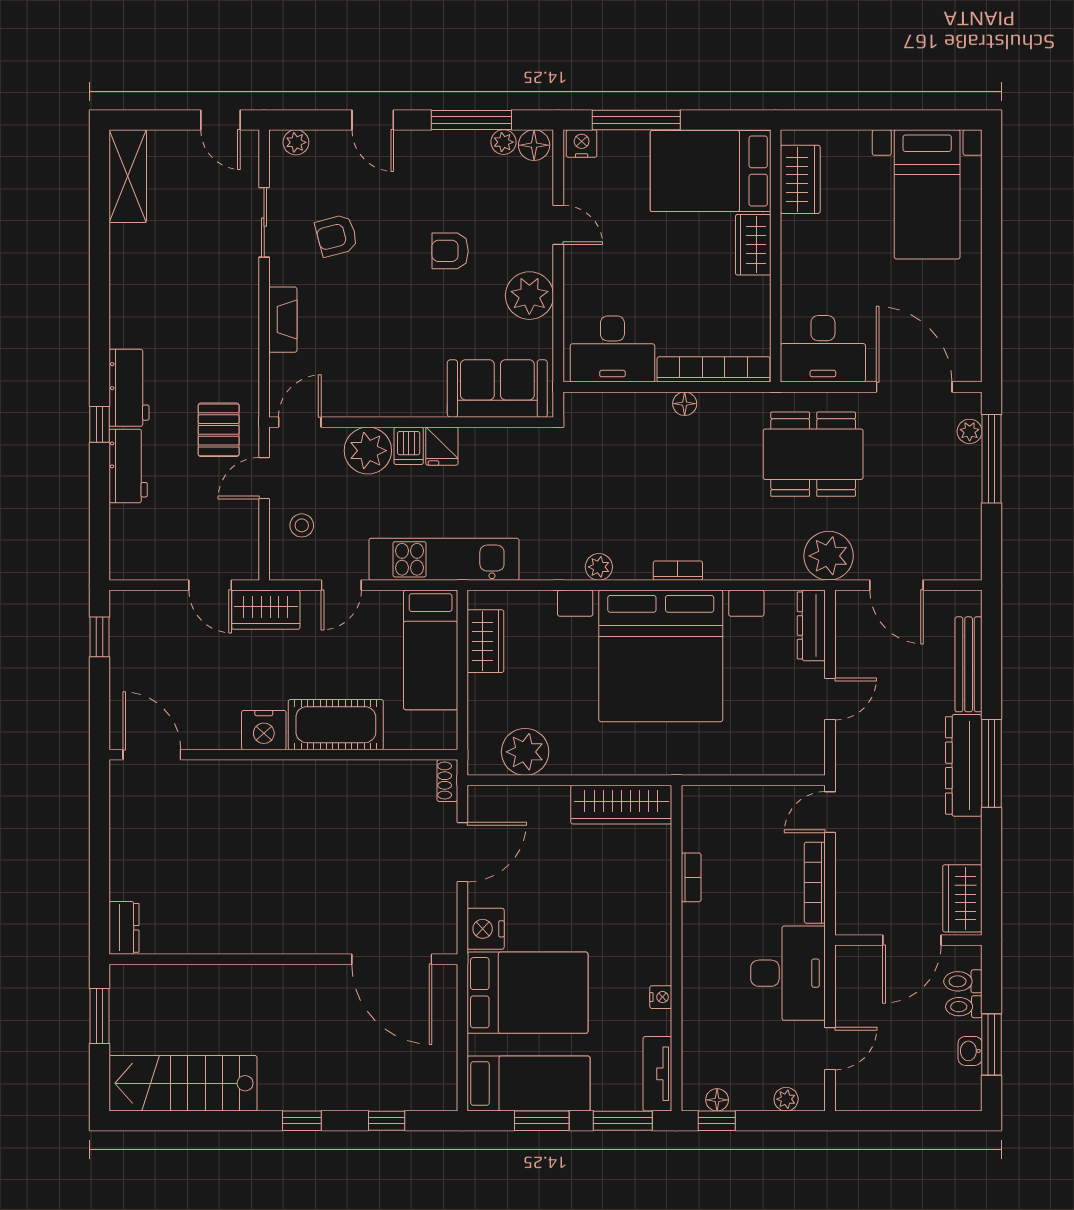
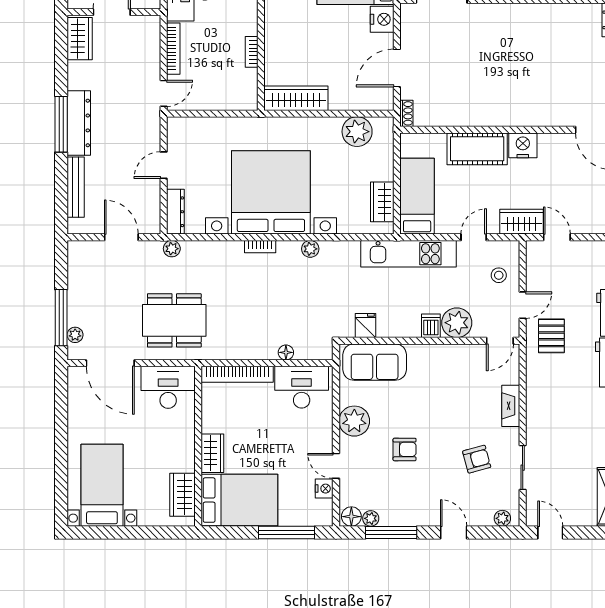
nightstand: (582, 144) -> (324, 489), moved, turned -90
floor lamp: (685, 404) -> (286, 352), moved
fridge: (442, 446) -> (365, 326), moved
plant: (829, 556) -> (172, 249), width x0.53, depth x0.53

